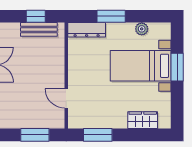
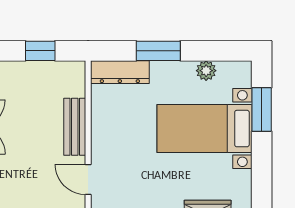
bench: (39, 29) -> (75, 127), moved, turned 90
window: (177, 67) -> (262, 110), moved

